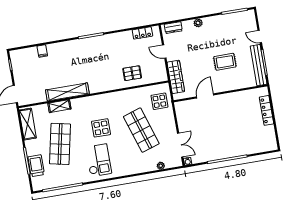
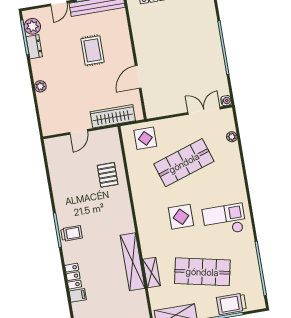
plant: (243, 17) -> (32, 26), added
dresser: (173, 28) -> (34, 47), moved
locker: (142, 33) -> (73, 276), moved
trolley: (88, 46) -> (72, 233), added
door: (205, 96) -> (138, 77), hinge flipped

